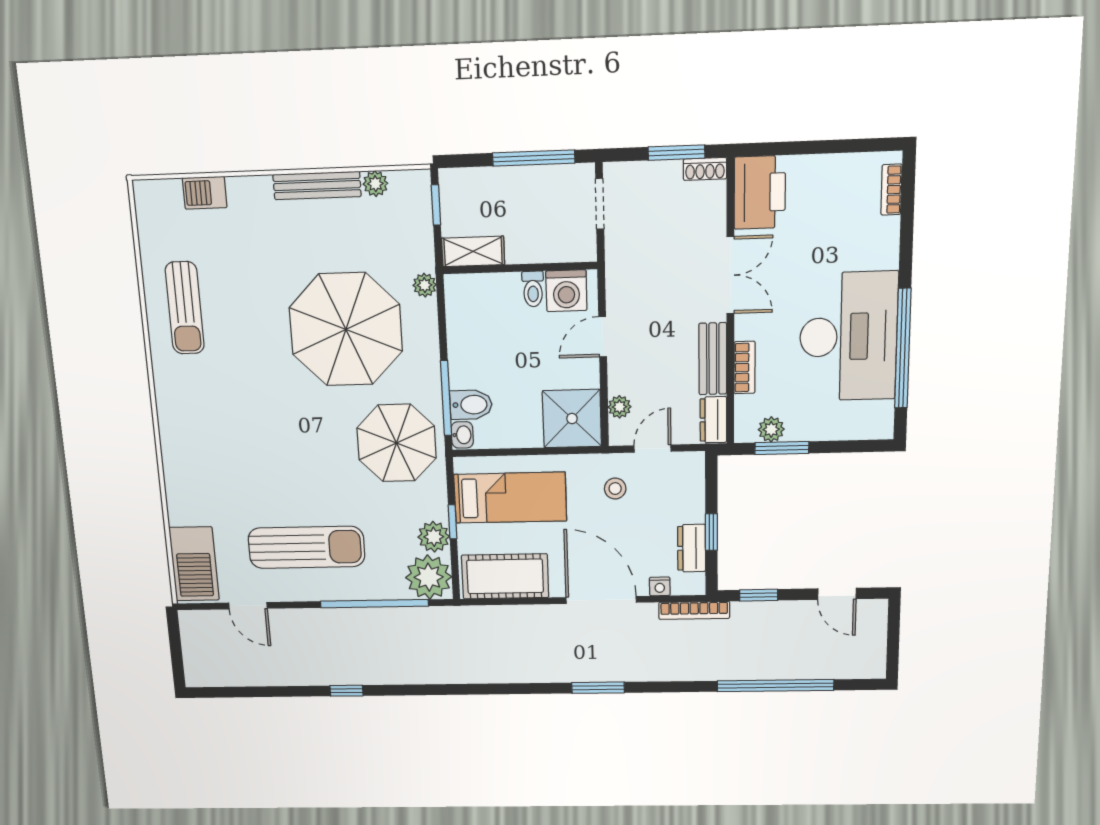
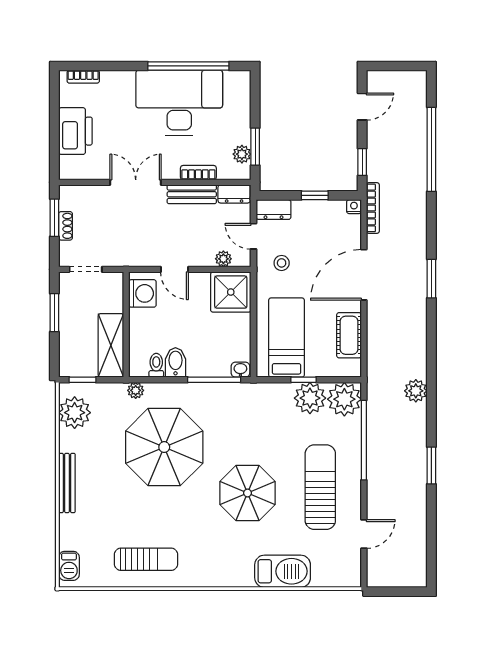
window: (534, 158) -> (54, 313), width x0.69
shoe rack: (705, 169) -> (66, 226), moved
plant: (375, 184) -> (75, 413), width x1.88, depth x1.88
bench: (317, 186) -> (67, 483), moved
printer: (760, 192) -> (75, 131), moved, turned 90
barbecue: (205, 193) -> (69, 566), moved
shelving: (473, 251) -> (111, 345), width x1.50, depth x1.33
toilet: (533, 289) -> (156, 365), moved, turned -90
bidet: (471, 405) -> (175, 362), moved
parasol: (397, 443) -> (248, 493), moved
plant: (434, 537) -> (310, 398), width x1.36, depth x1.36
dresser: (692, 548) -> (274, 210), moved
barbecue: (194, 564) -> (283, 571), moved
cot: (505, 576) -> (349, 335), width x0.73, depth x0.75
nightstand: (660, 586) -> (354, 207), moved, turned -90
plant: (445, 670) -> (416, 391), added
window: (347, 691) -> (431, 466), width x1.50

